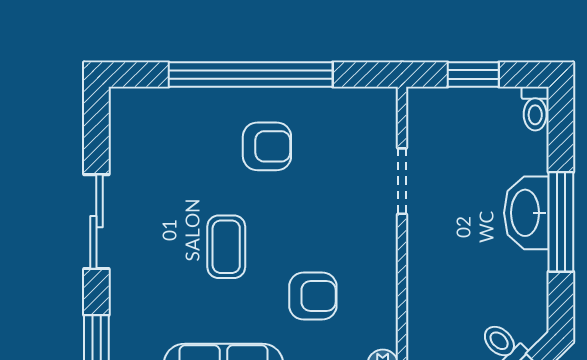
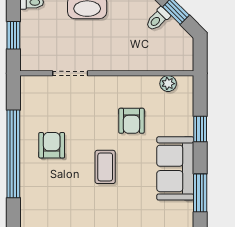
coffee table: (226, 247) -> (105, 167), turned 90
armchair: (313, 296) -> (131, 121), turned 180

